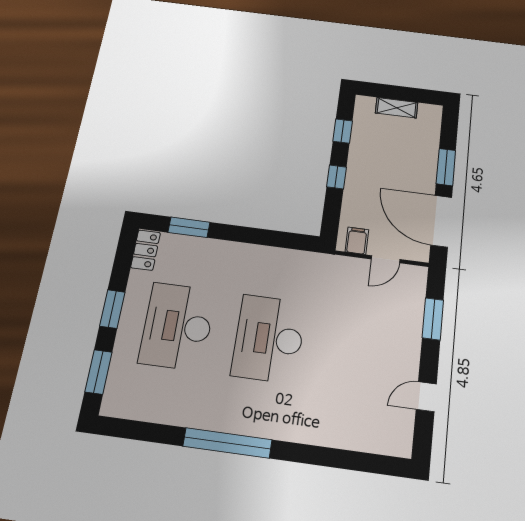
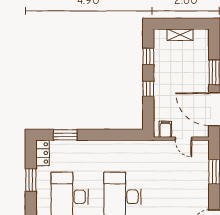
door: (386, 259) -> (184, 139), hinge flipped
window: (112, 309) -> (31, 180), moved

